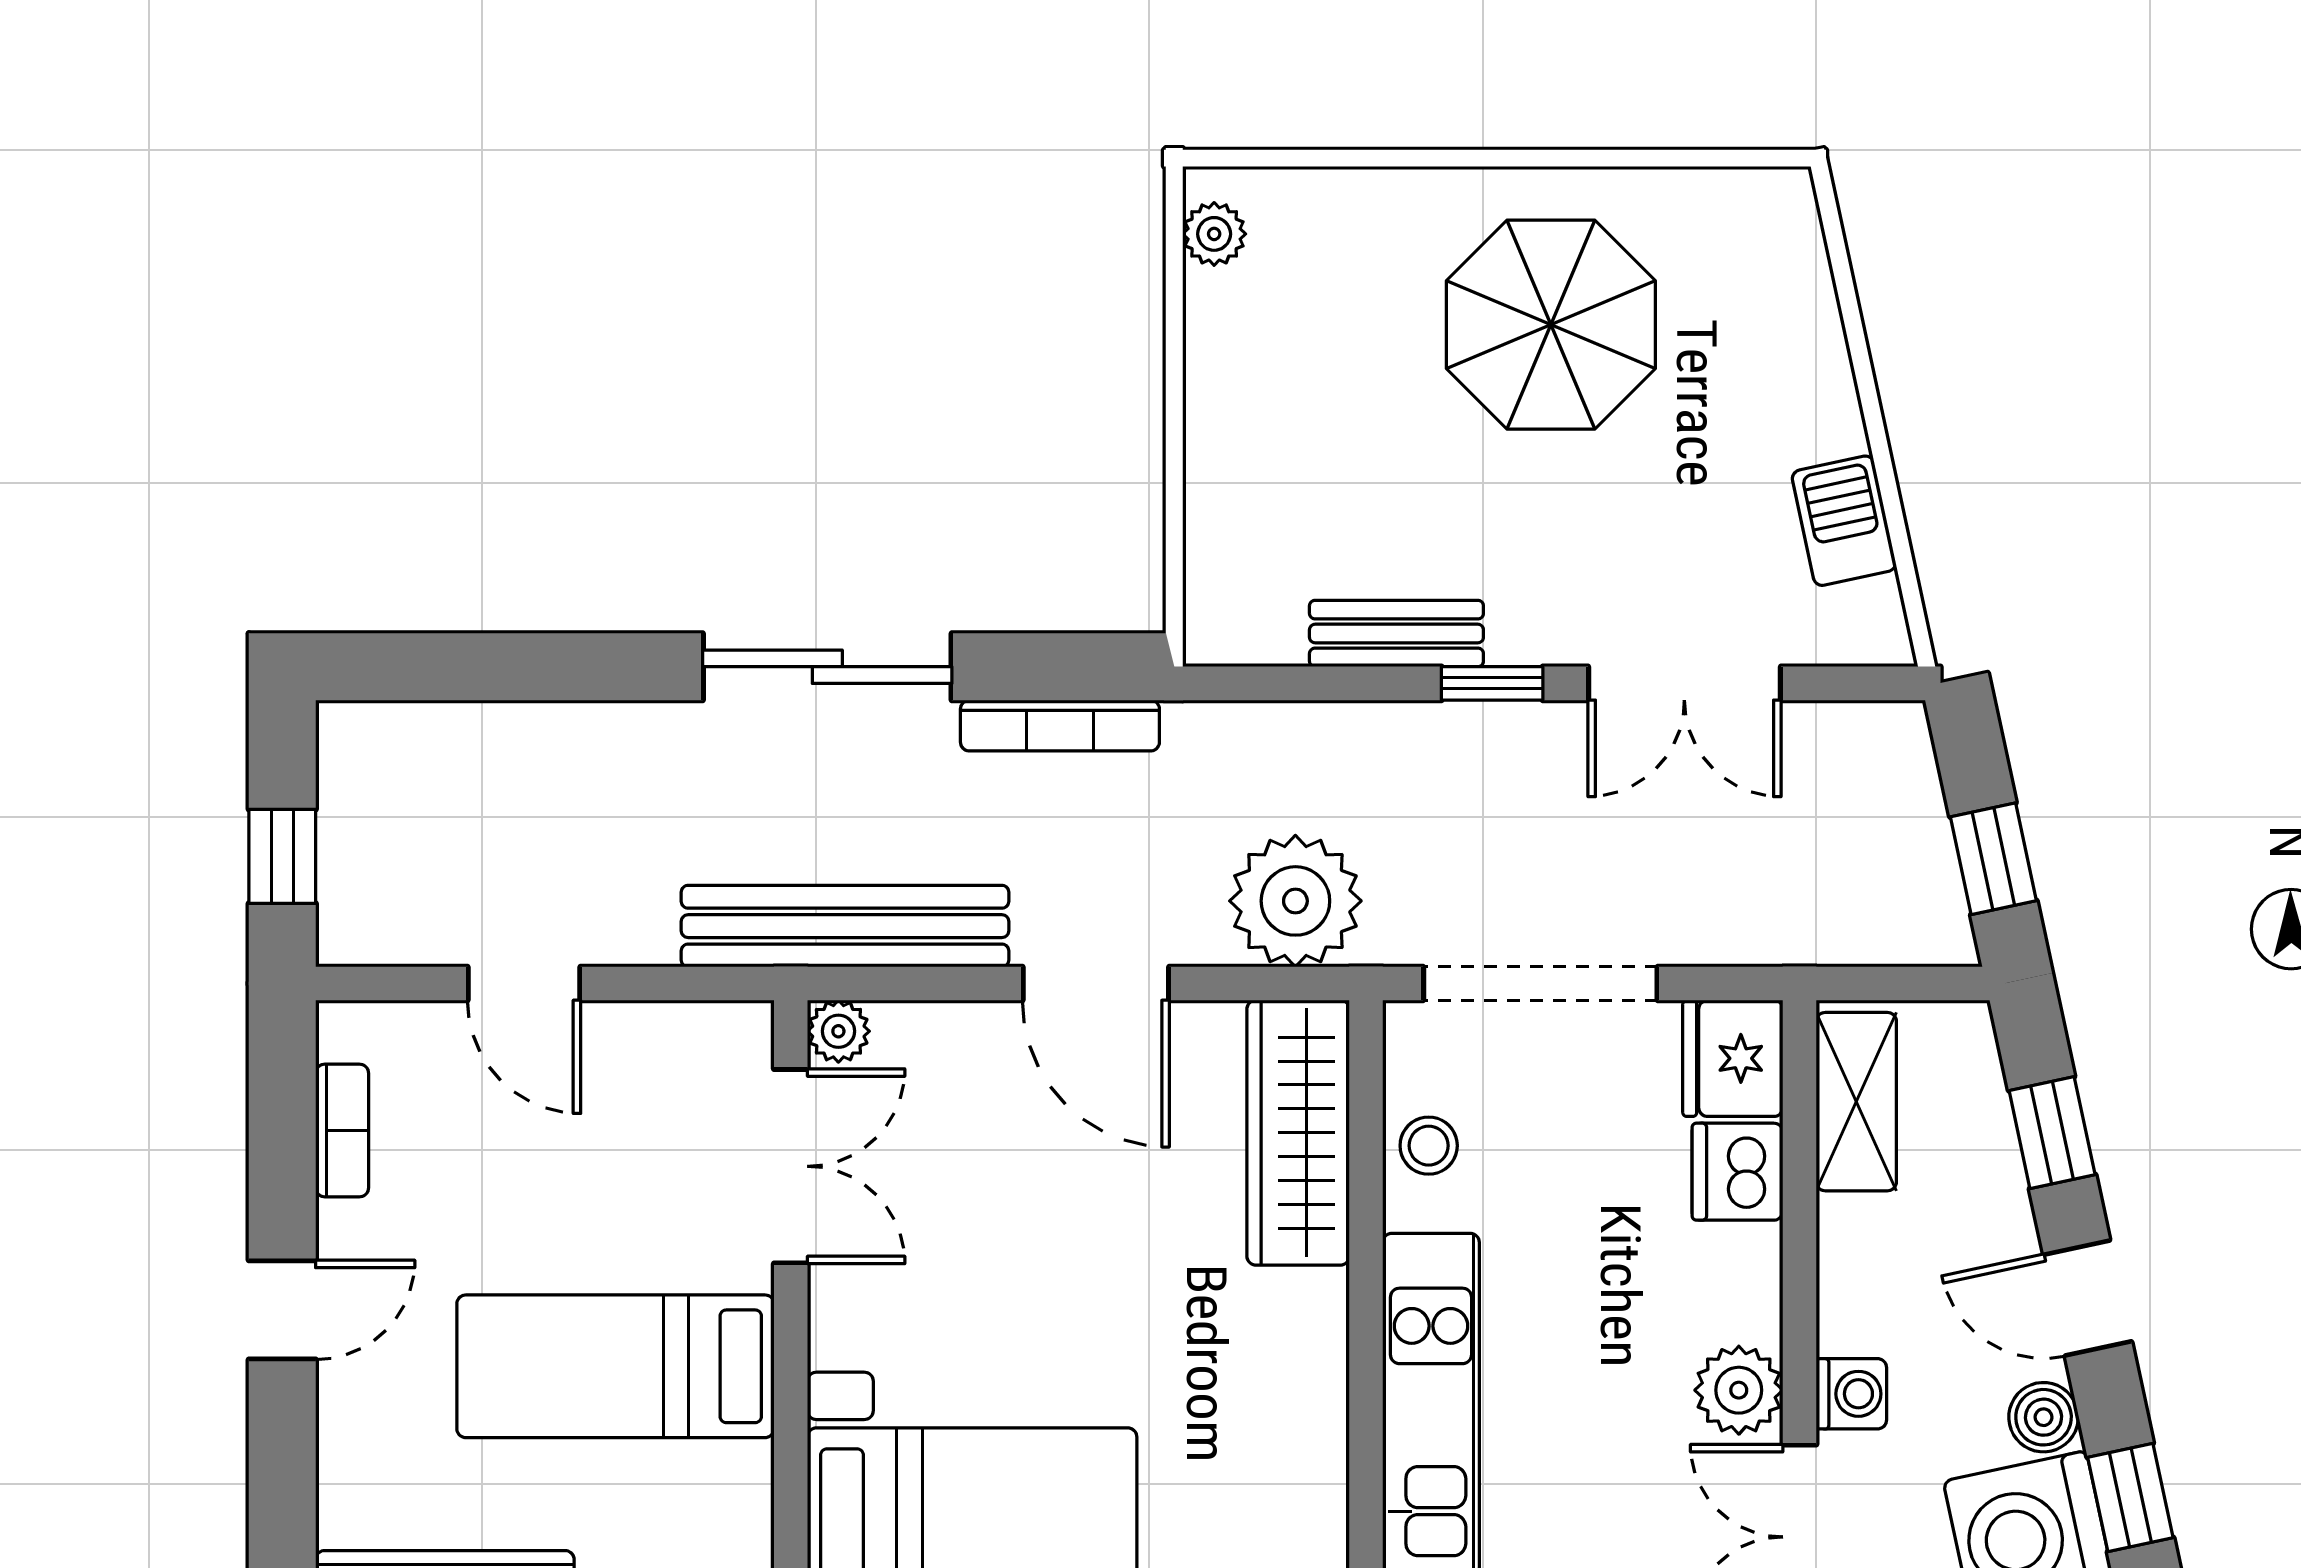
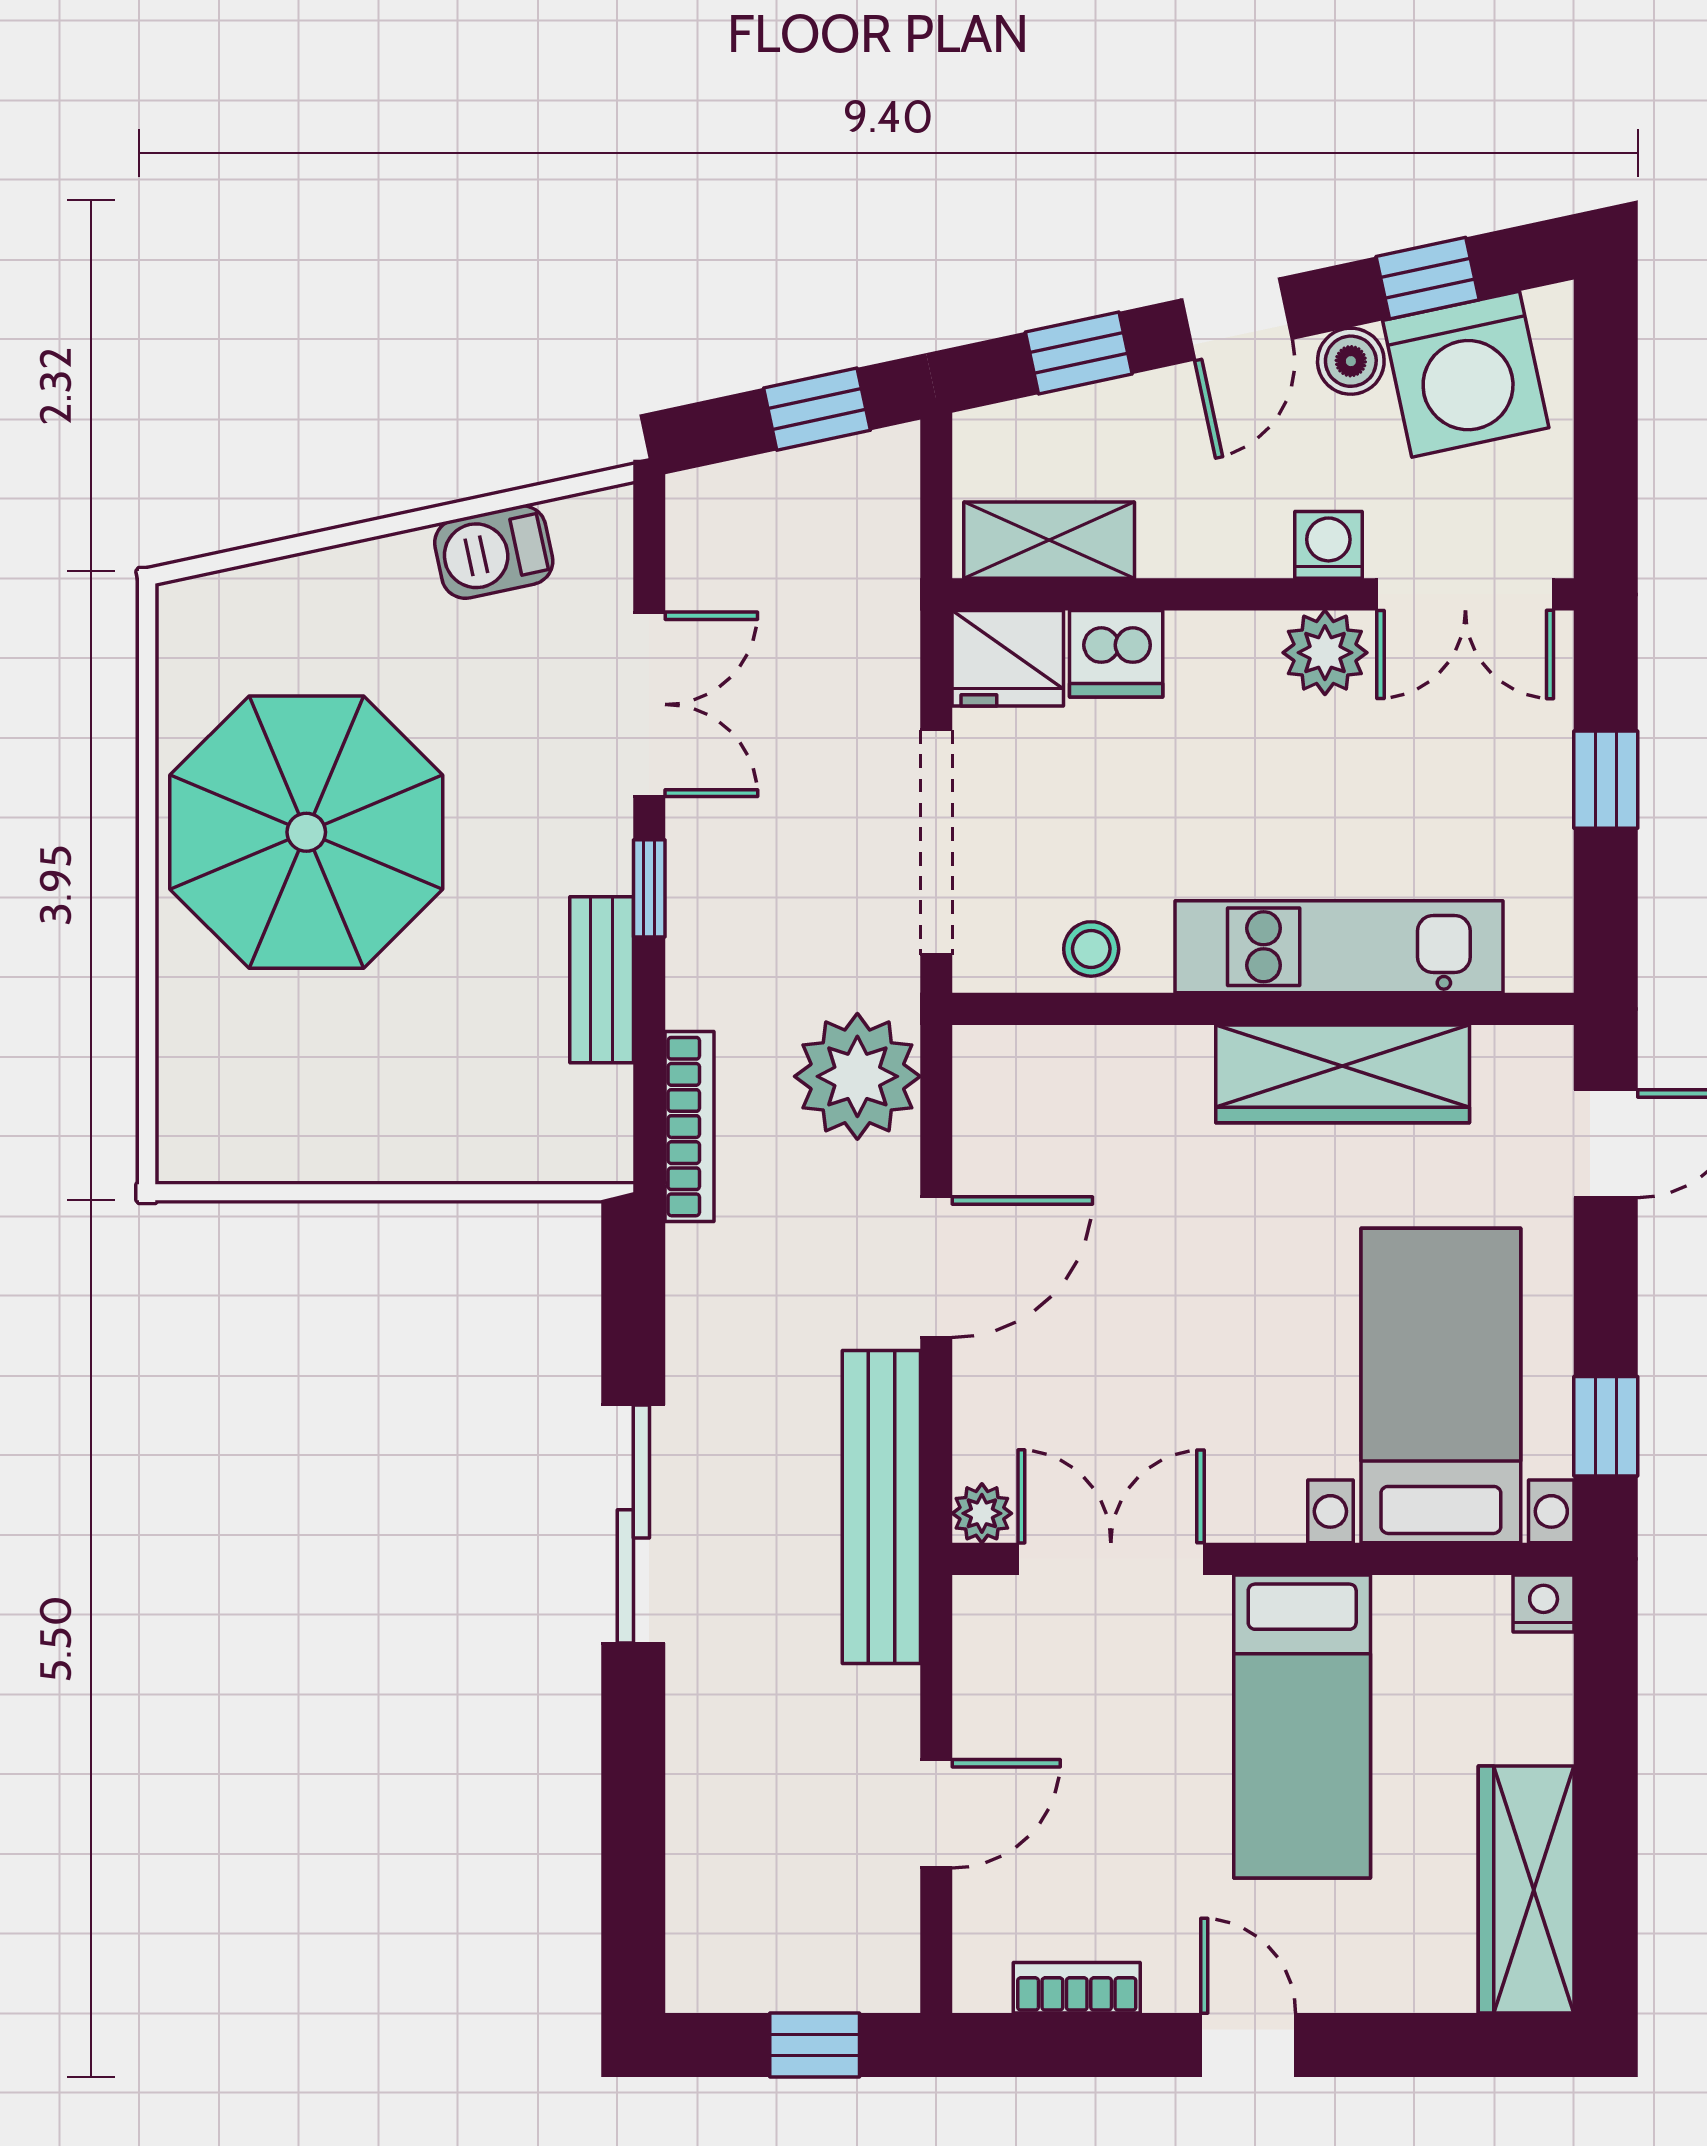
plant: (1214, 234) -> (220, 1154), removed
parasol: (1551, 325) -> (306, 832), width x1.36, depth x1.36
bookcase: (1060, 726) -> (690, 1127), moved
wardrobe: (1298, 1133) -> (1343, 1074), moved

